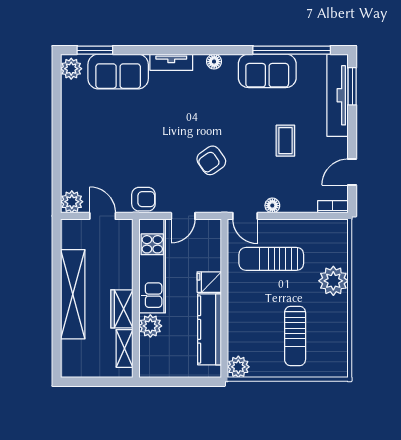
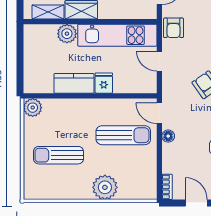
door: (245, 216) -> (159, 113), hinge flipped
sun lounger: (271, 259) -> (123, 135), turned 90
kitchen counter: (210, 329) -> (74, 83), width x0.67

